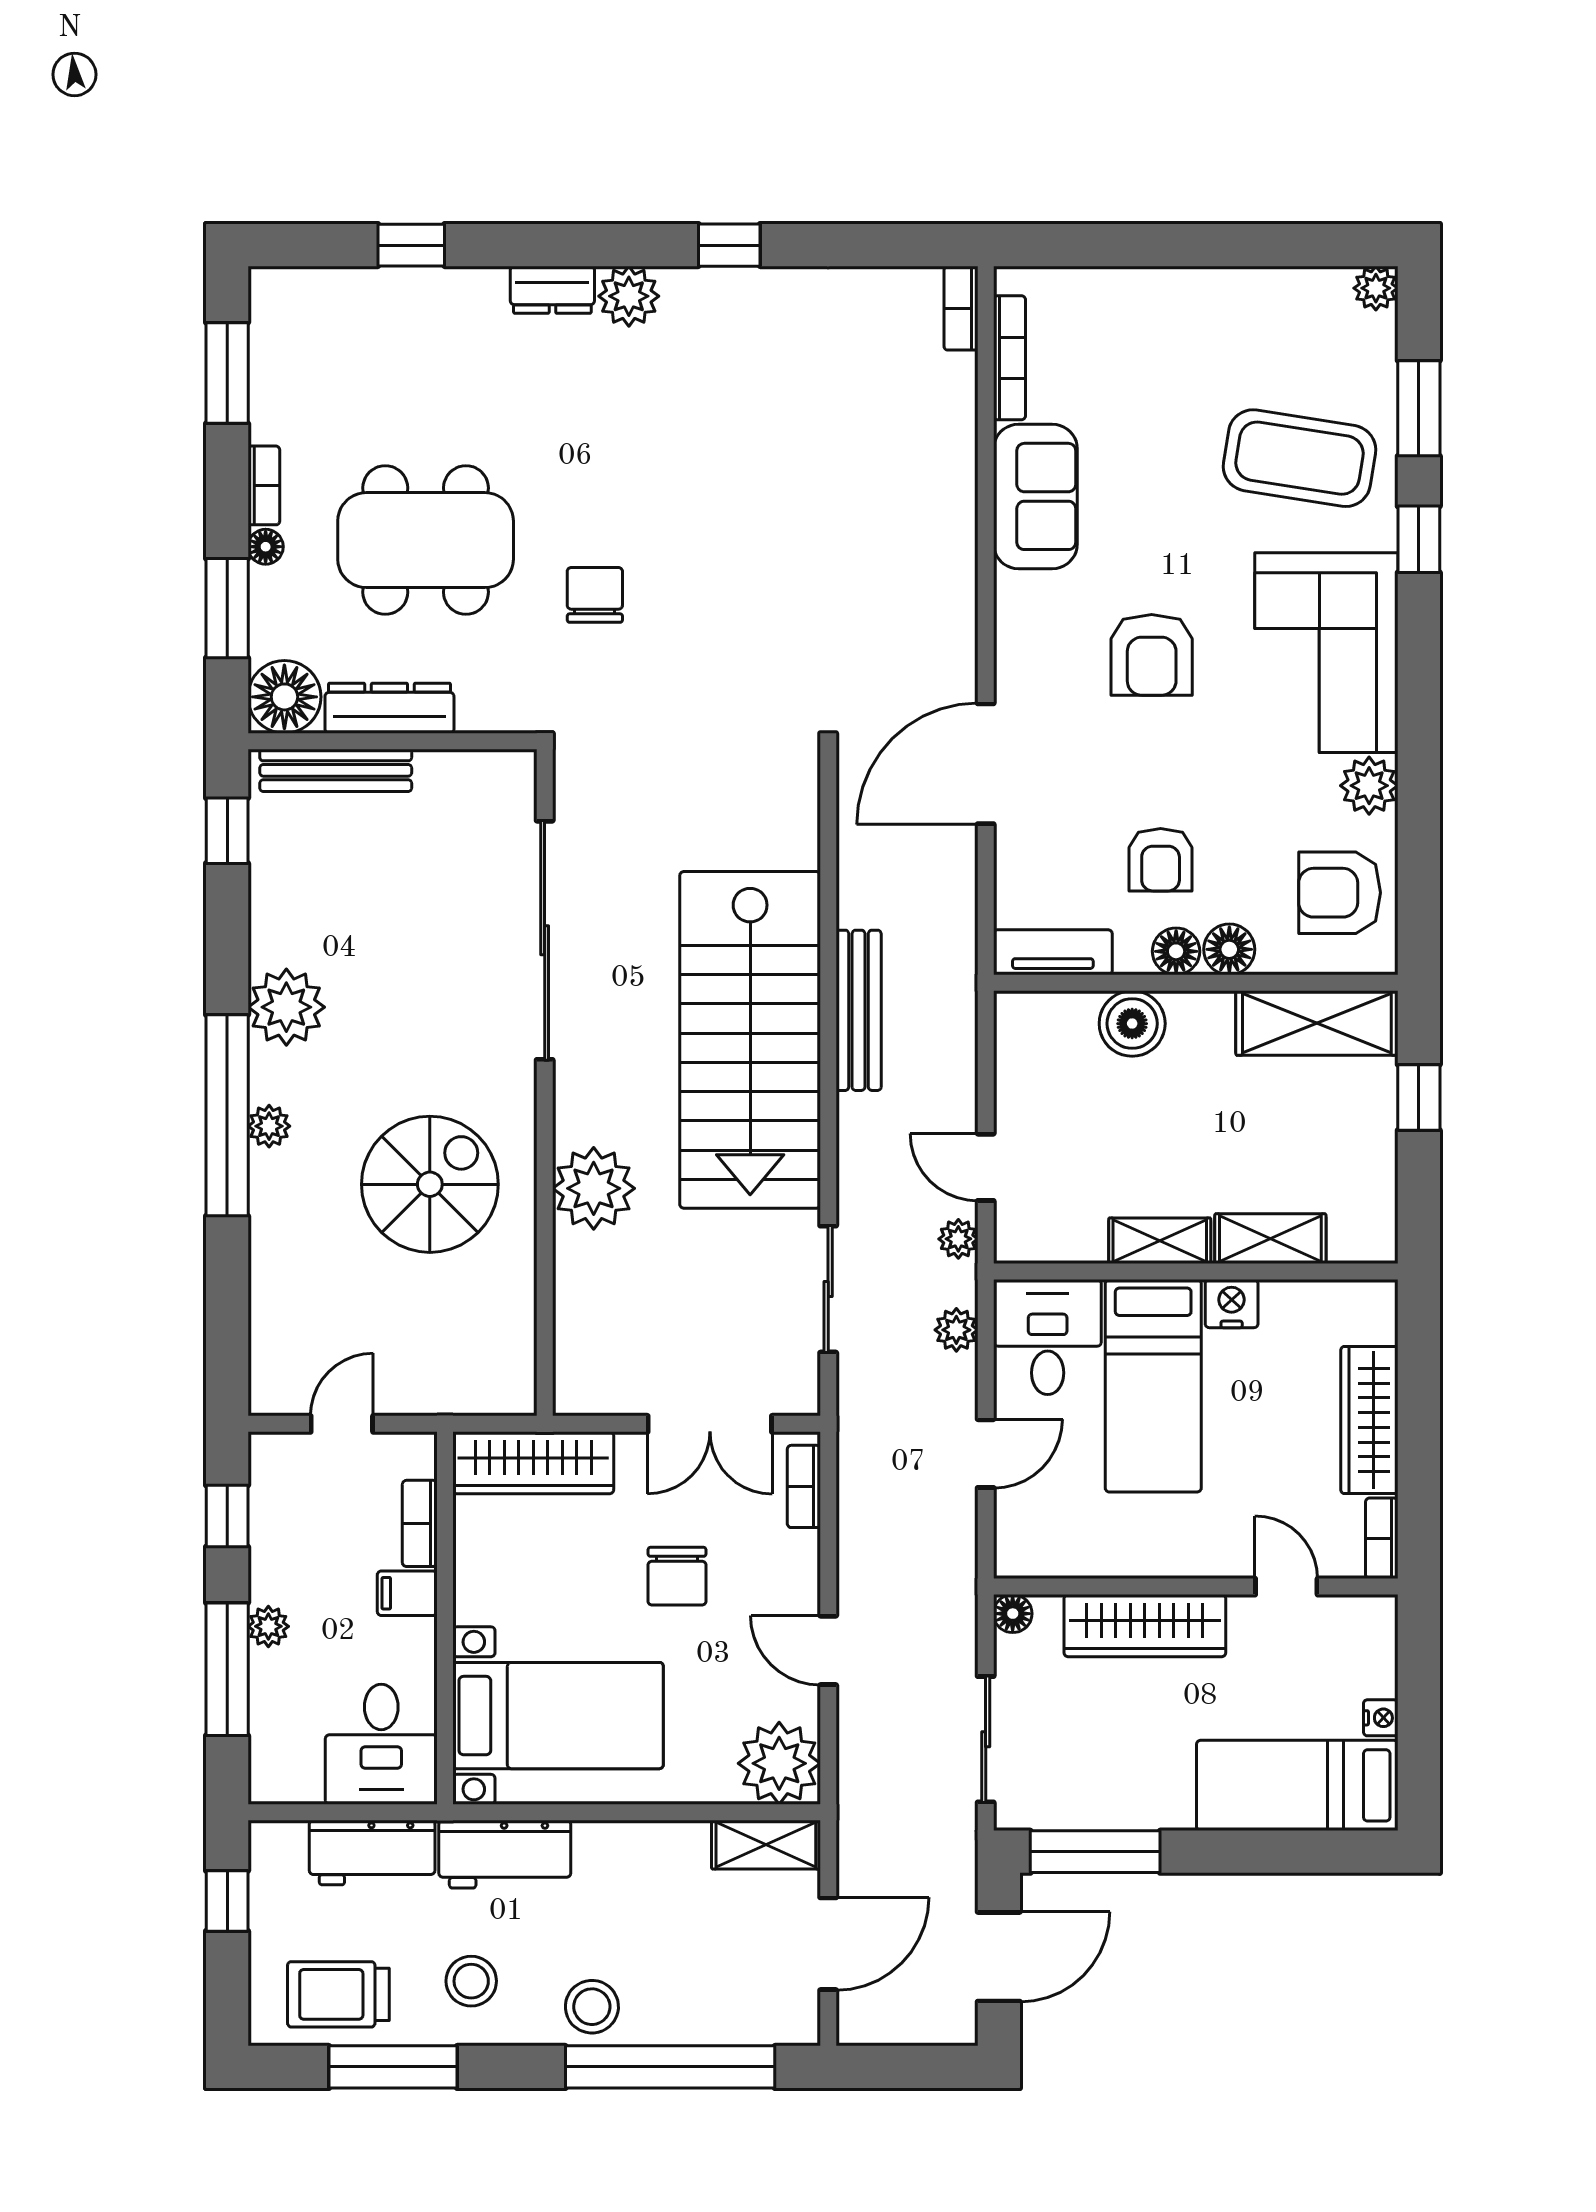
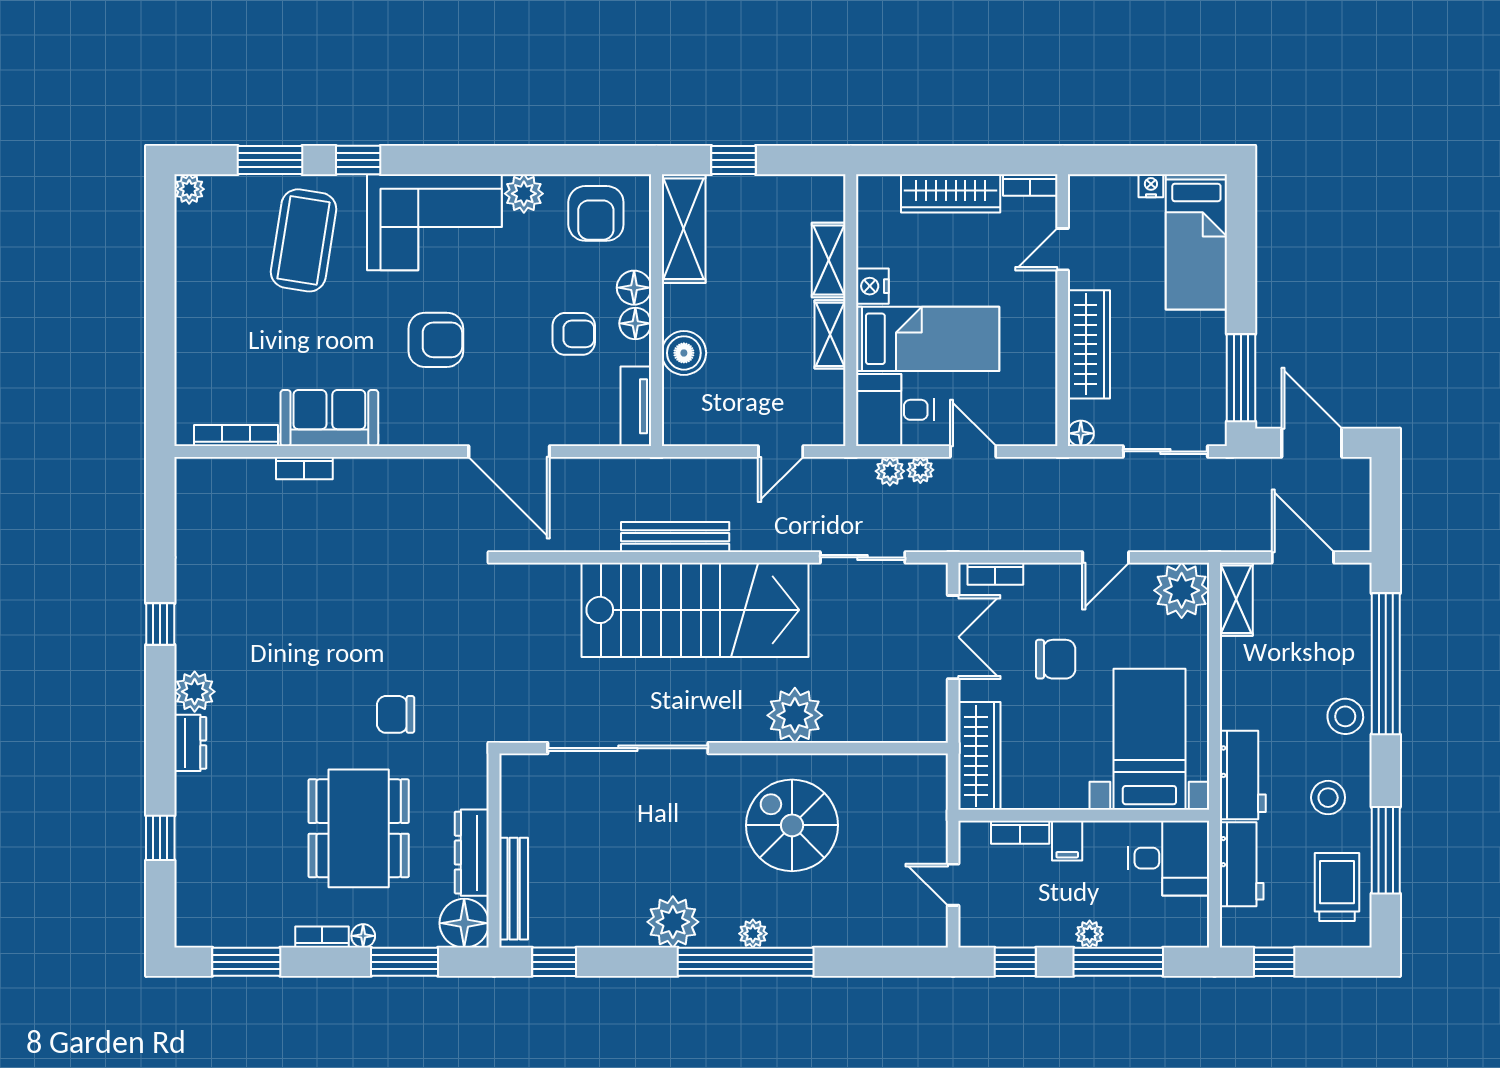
bookcase: (961, 308) -> (304, 468), moved
plant: (958, 1239) -> (920, 470), moved
trolley: (338, 1994) -> (1337, 887), turned 180

